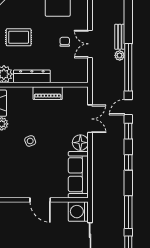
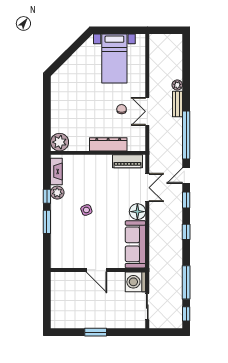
rug: (19, 37) -> (75, 104), removed
plant: (120, 55) -> (177, 85), moved
dresser: (32, 76) -> (108, 144), moved
piano: (48, 93) -> (127, 161), moved

